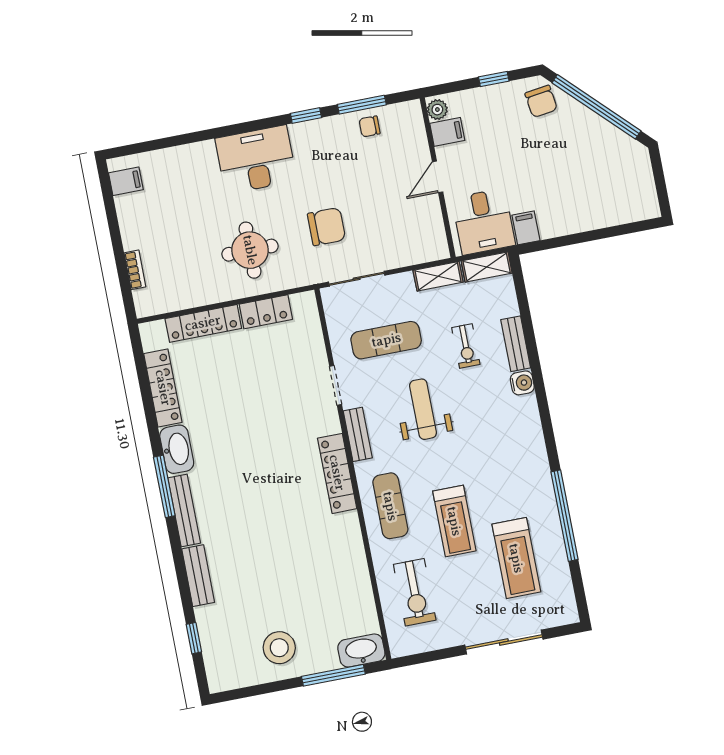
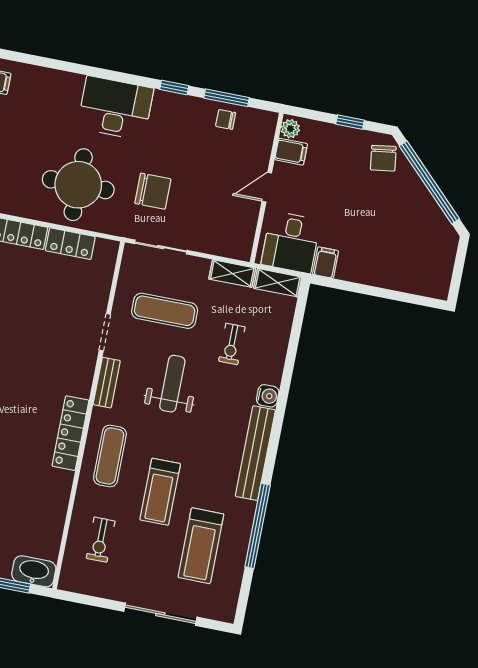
round table: (250, 250) -> (78, 185), width x1.36, depth x1.36
bench: (516, 344) -> (255, 453), moved, width x1.86, depth x1.21
locker: (337, 473) -> (70, 433), moved
exercise bike: (415, 592) -> (101, 540), width x0.73, depth x0.72

